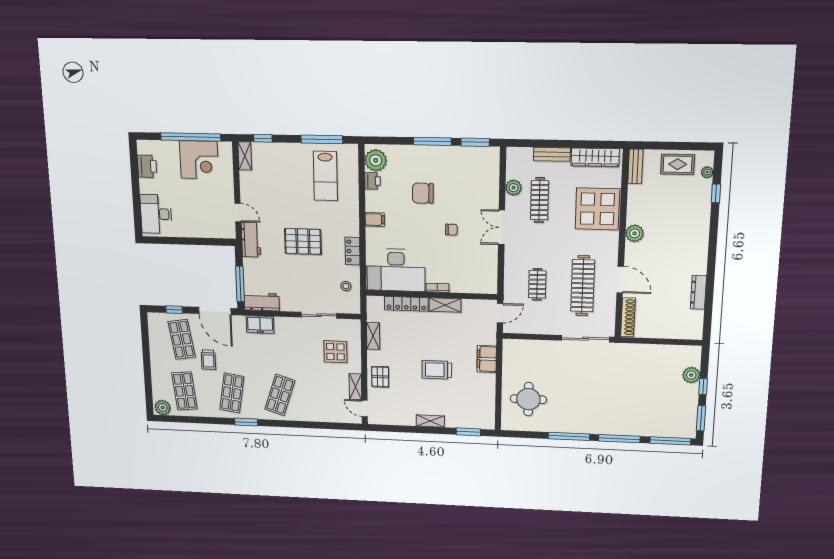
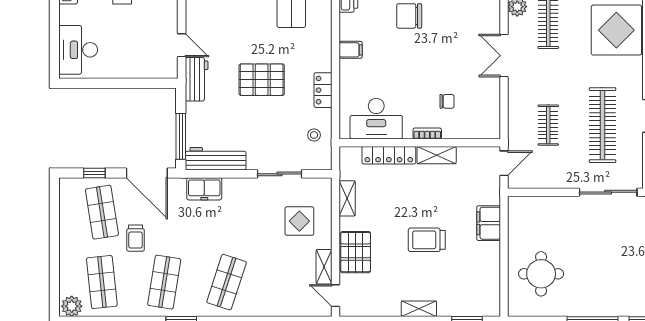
chair: (451, 230) -> (447, 101), moved
desk: (396, 270) -> (376, 119), width x0.73, depth x0.77
workbench: (262, 302) -> (216, 159), width x1.37
pallet: (380, 377) -> (356, 252), width x1.50, depth x1.42

